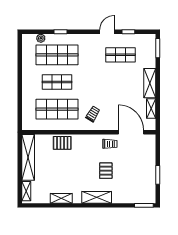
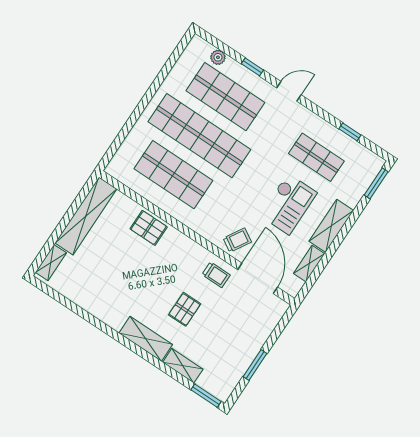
door: (107, 32) -> (289, 91), moved
shop shelf: (57, 82) -> (199, 136), width x2.00, depth x1.36
checkout: (122, 86) -> (288, 204), added
trolley: (93, 114) -> (237, 240), moved
shelving: (61, 198) -> (183, 366), moved

